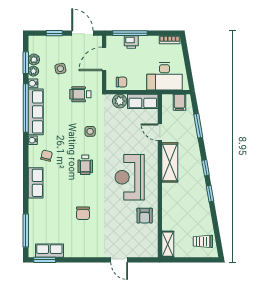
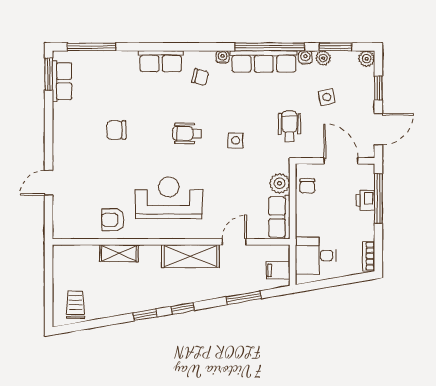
plant: (34, 59) -> (367, 59), moved
desk: (164, 76) -> (316, 256), width x0.73
shelving: (168, 244) -> (119, 253), moved

